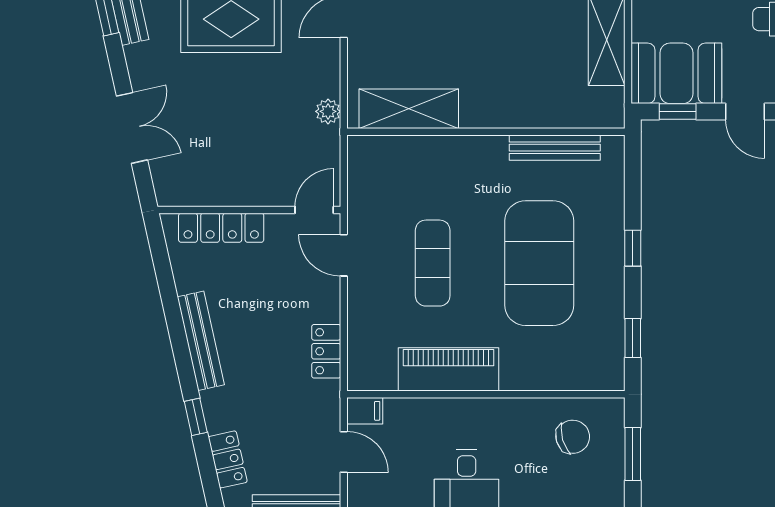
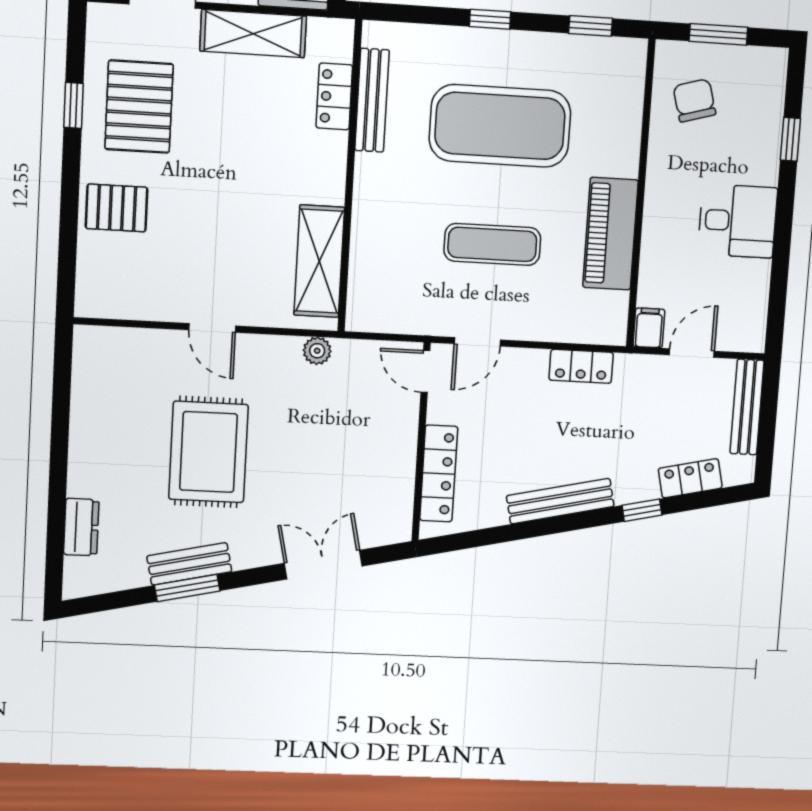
locker: (556, 114) -> (334, 96), added

